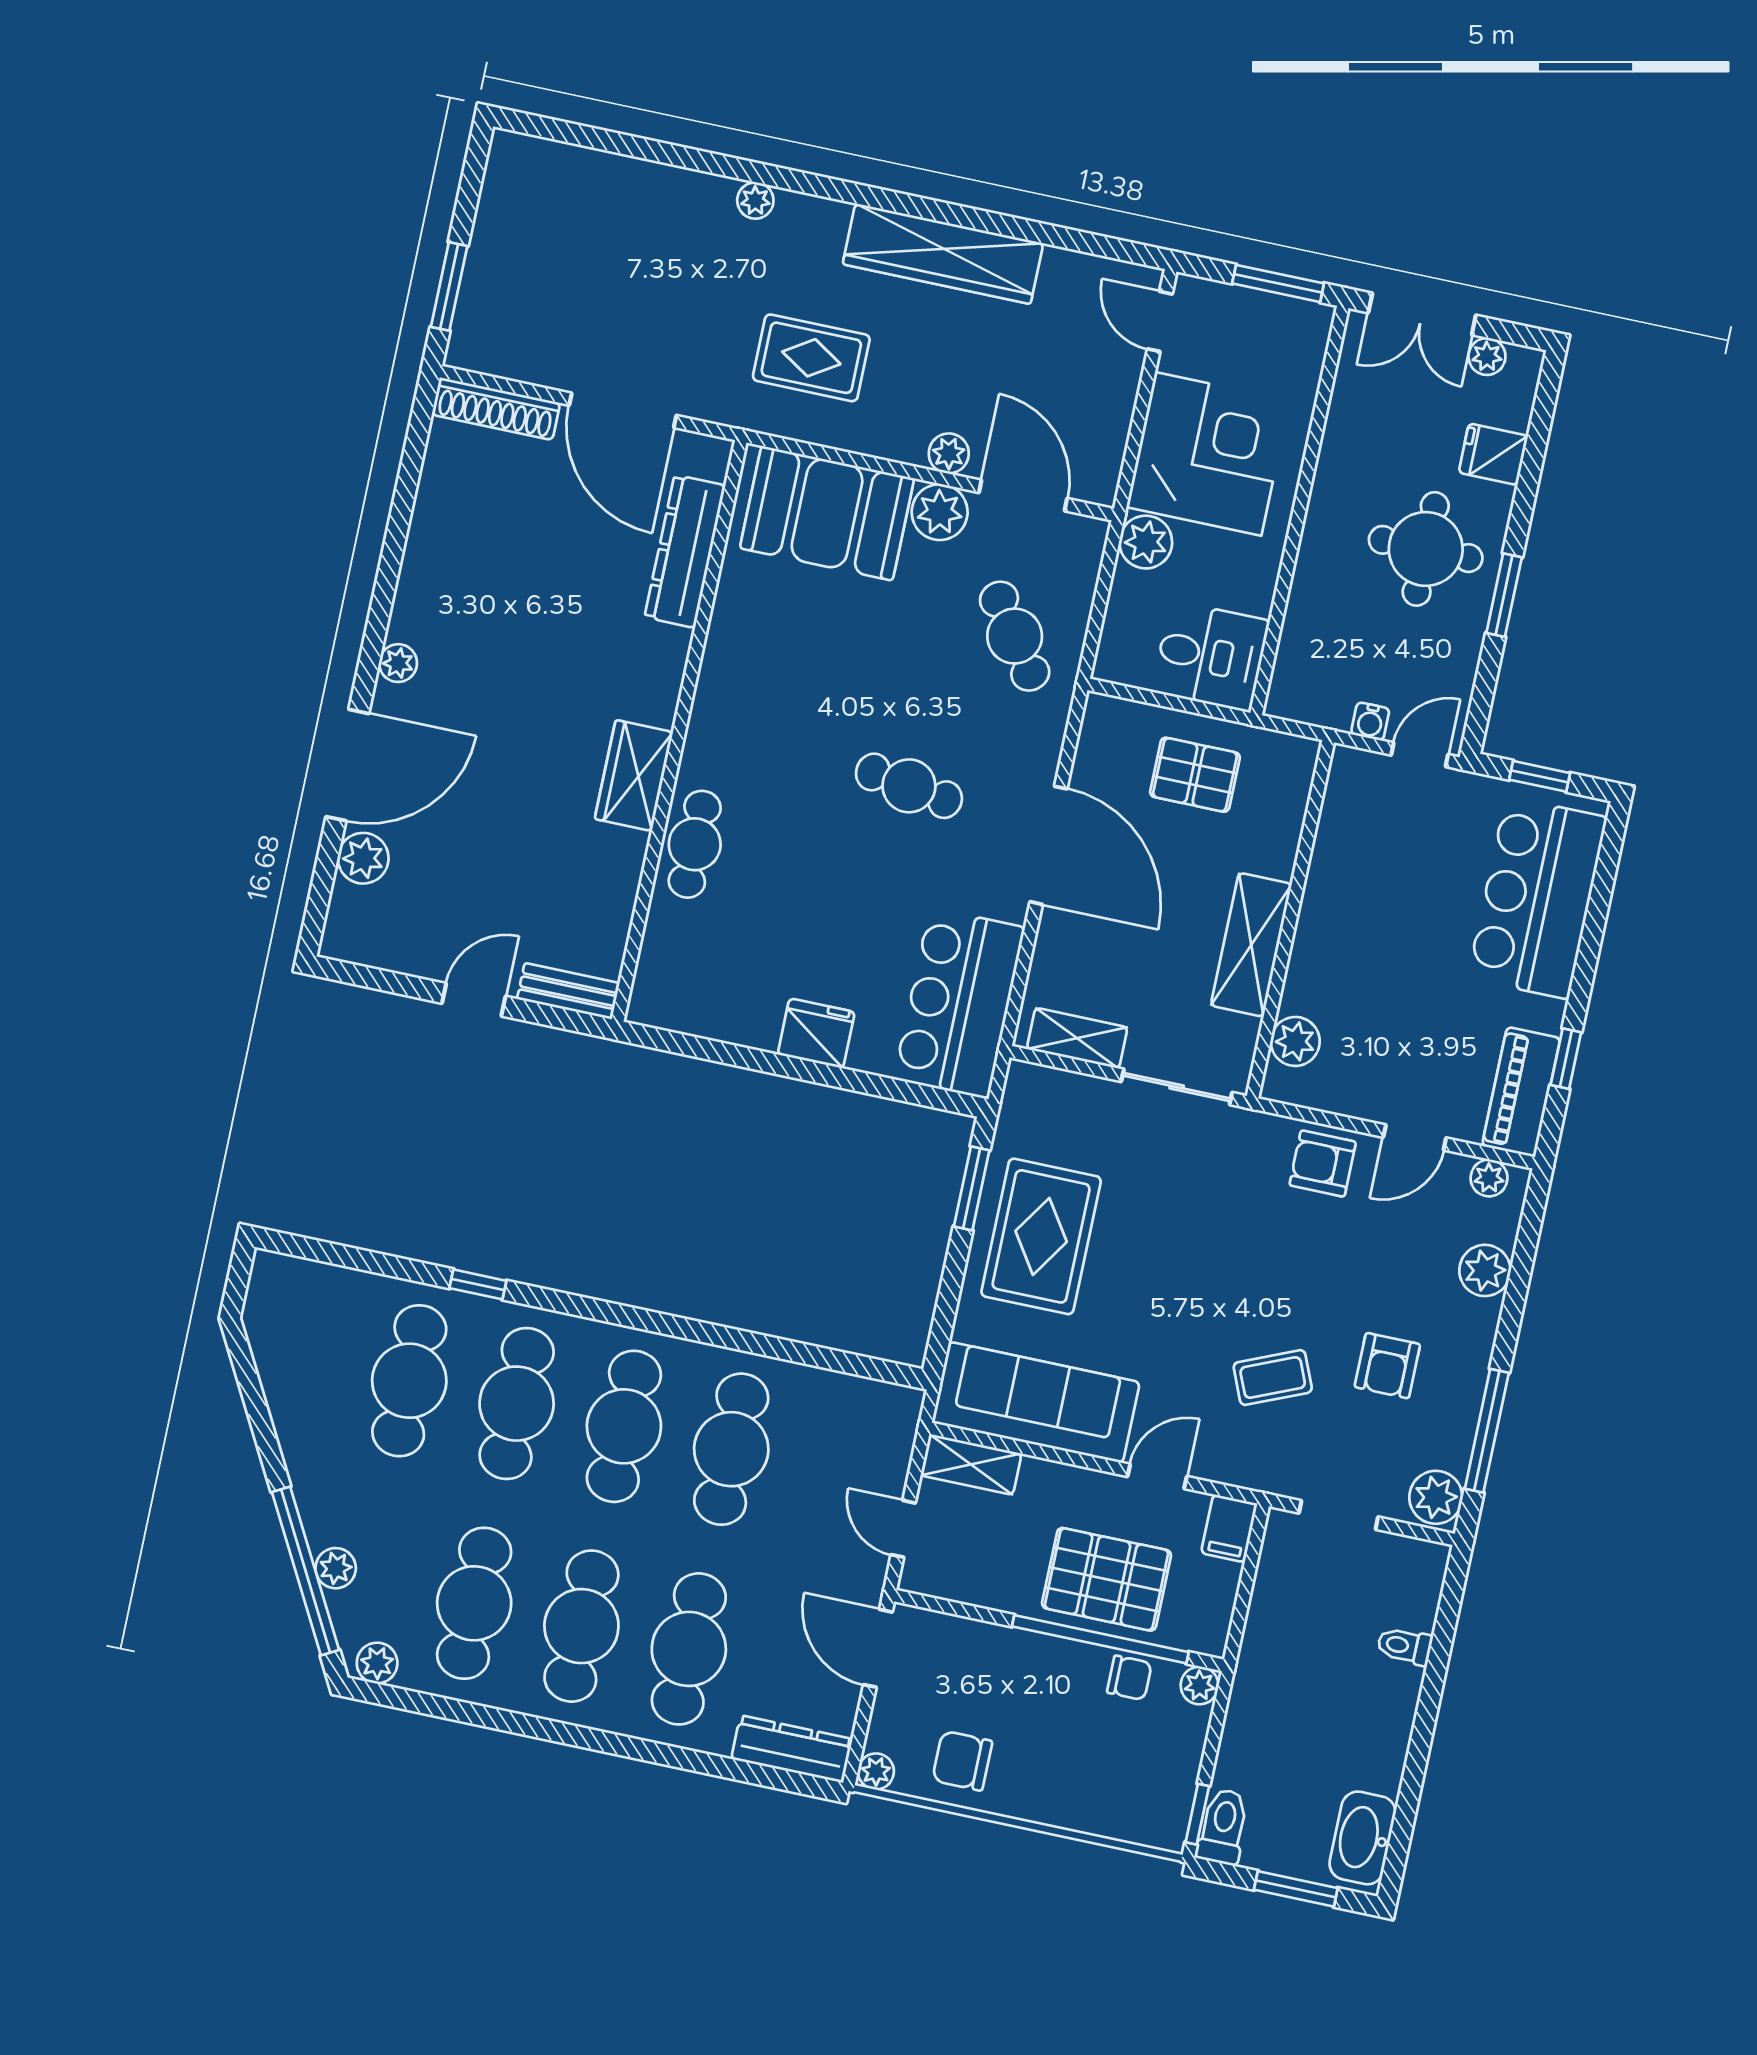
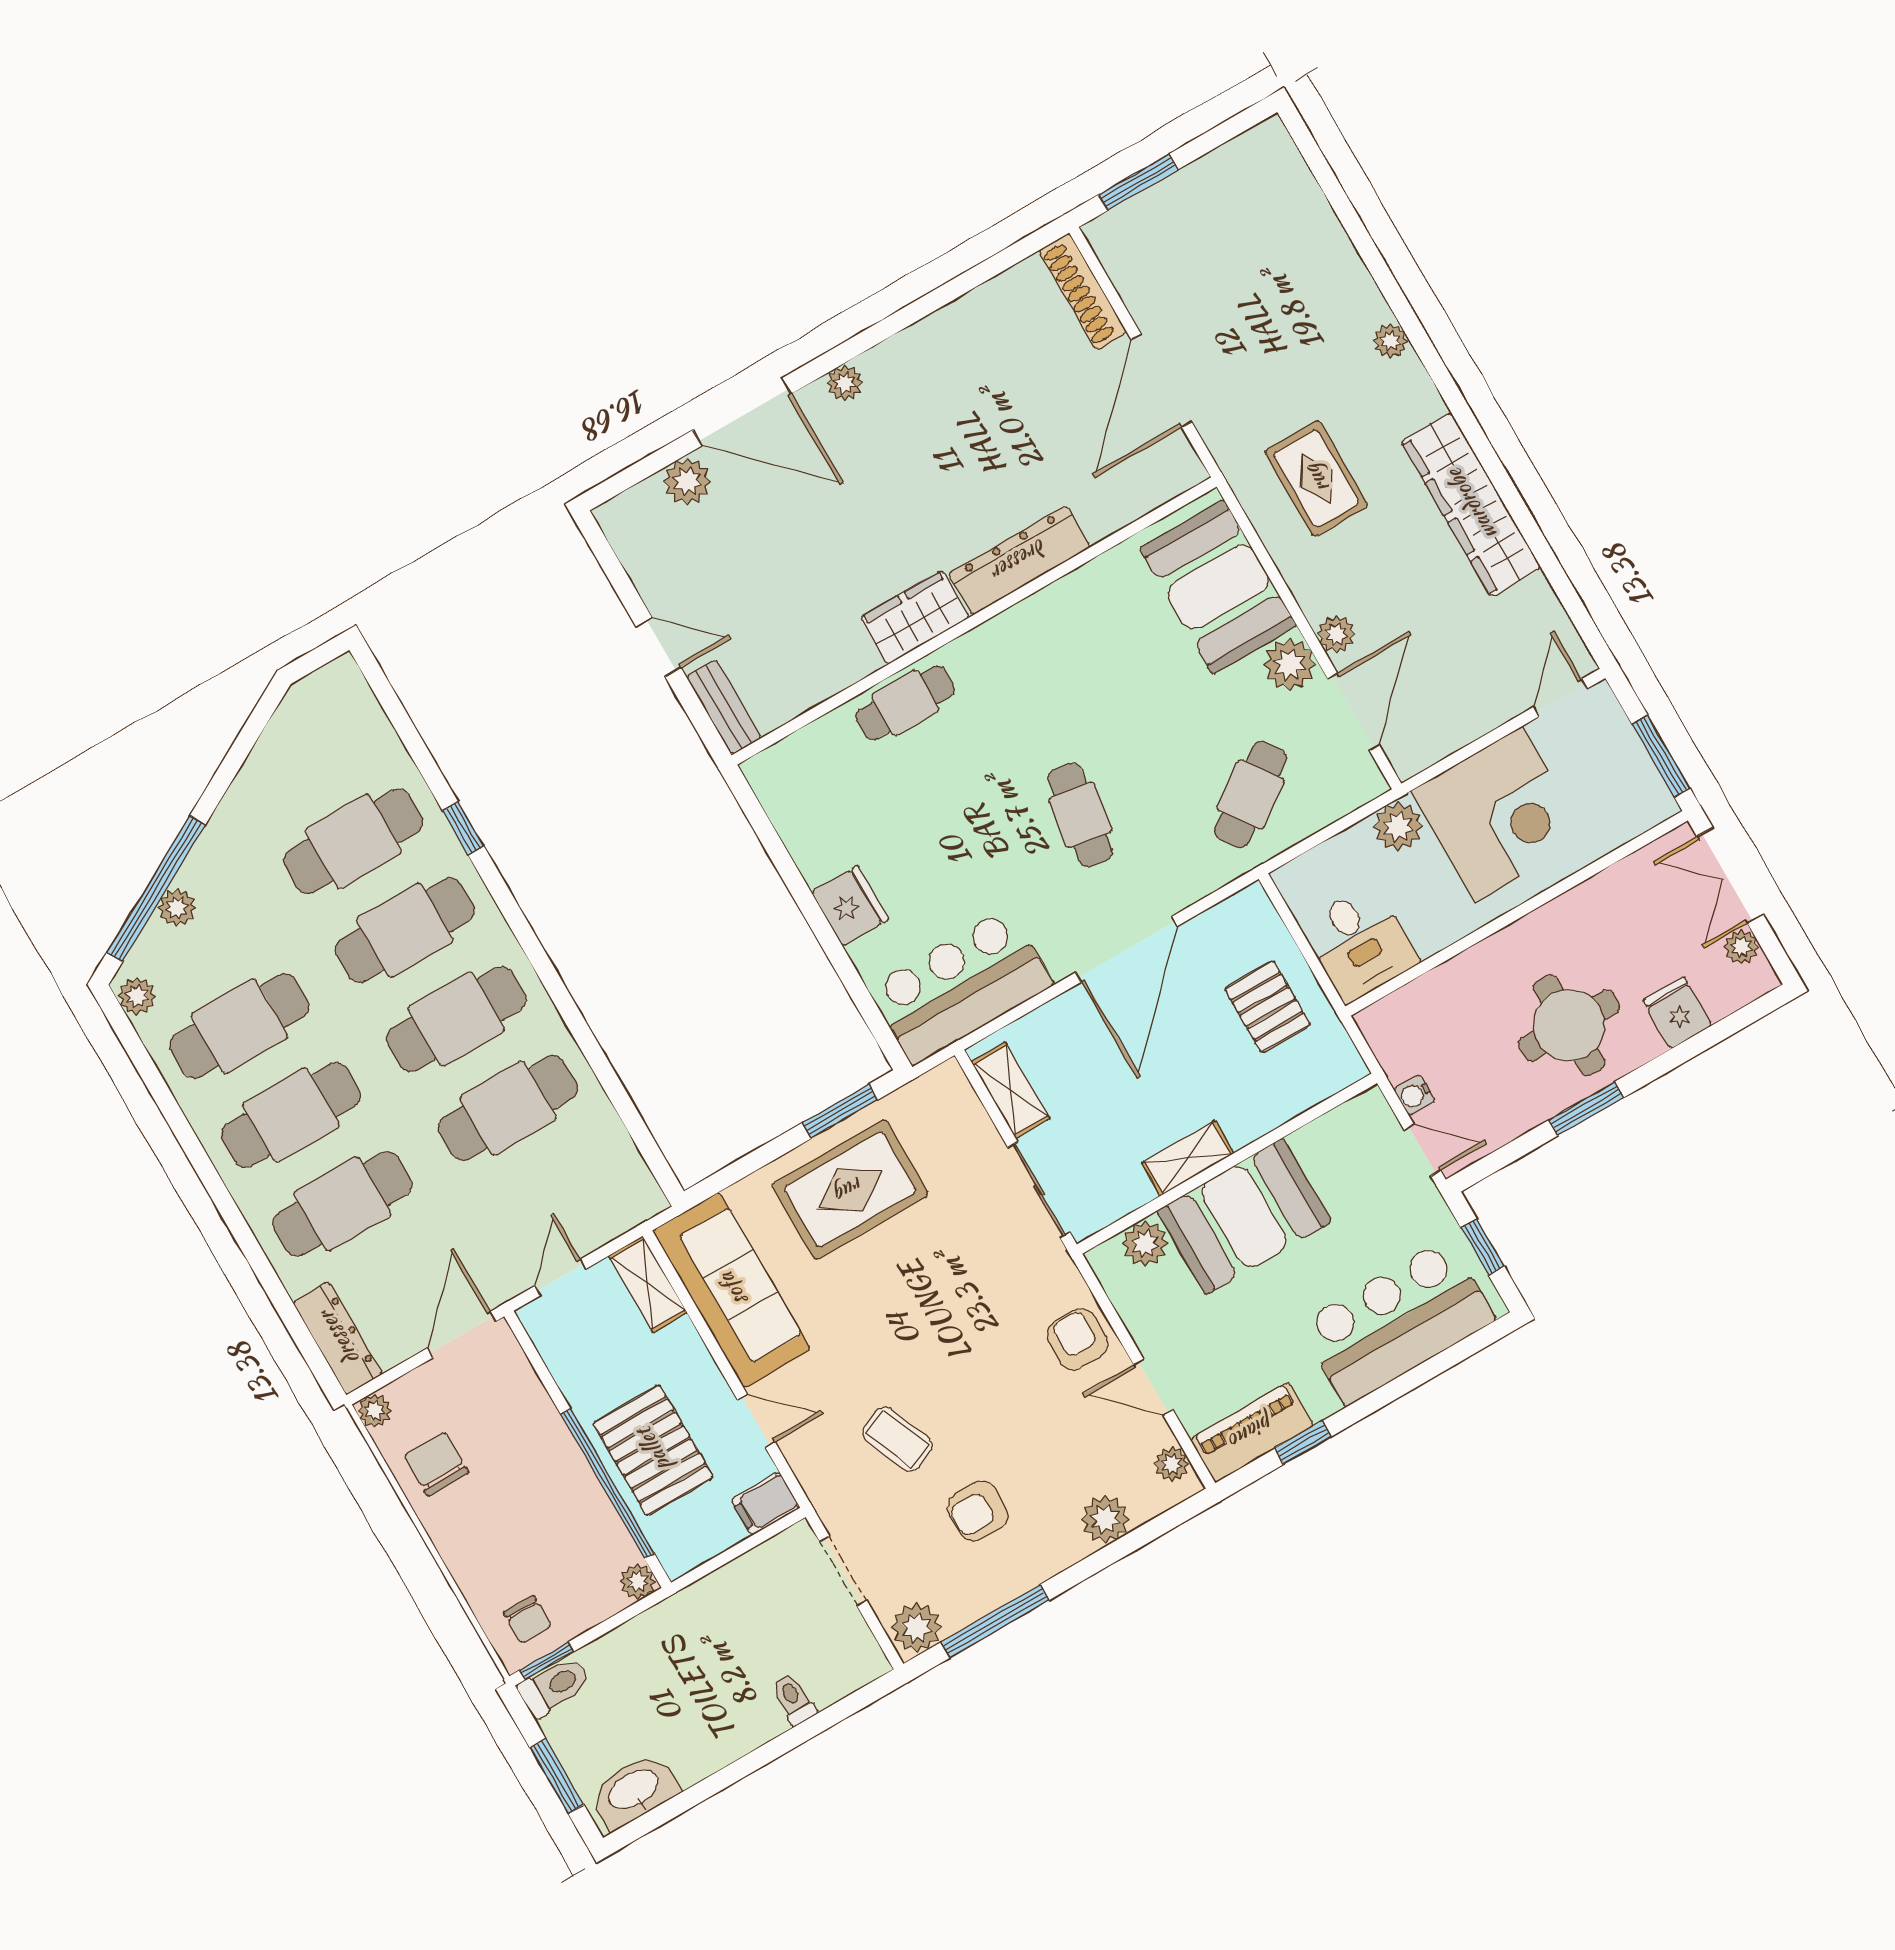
dresser: (685, 551) -> (1020, 560), moved
booth: (1344, 943) -> (1244, 1216), added
shelving: (1251, 945) -> (1188, 1158), width x0.67, depth x0.75
chair: (1129, 1678) -> (527, 1619), moved

